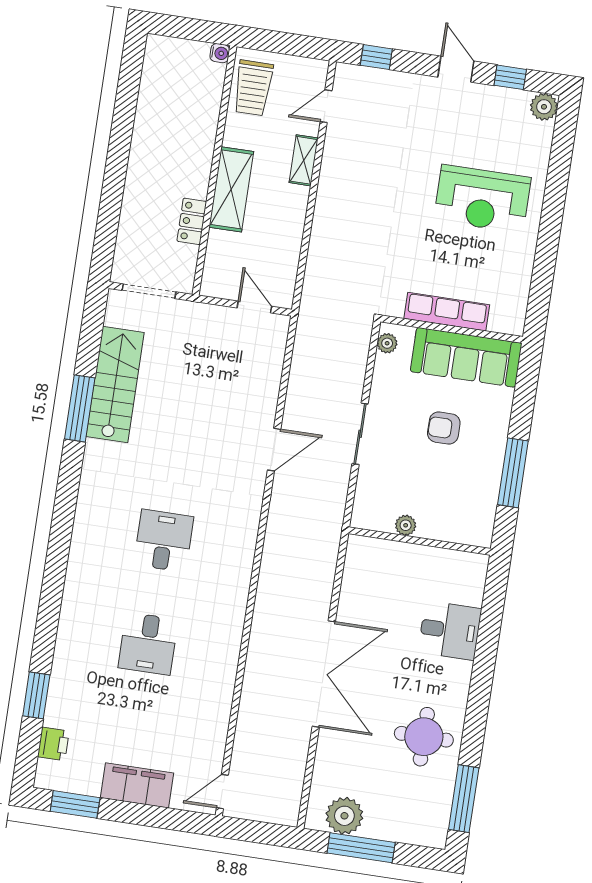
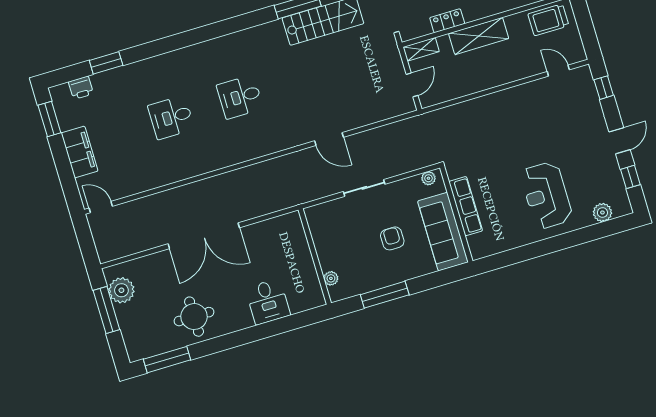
plant: (544, 107) -> (602, 212), moved
shelving: (304, 160) -> (421, 49), moved
plant: (406, 525) -> (331, 278), moved
desk: (164, 541) -> (240, 97), turned 180

